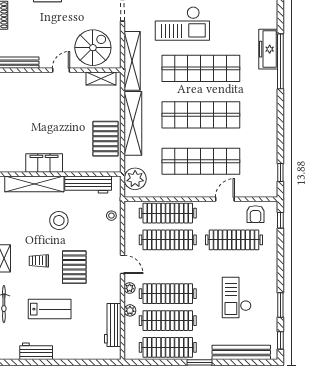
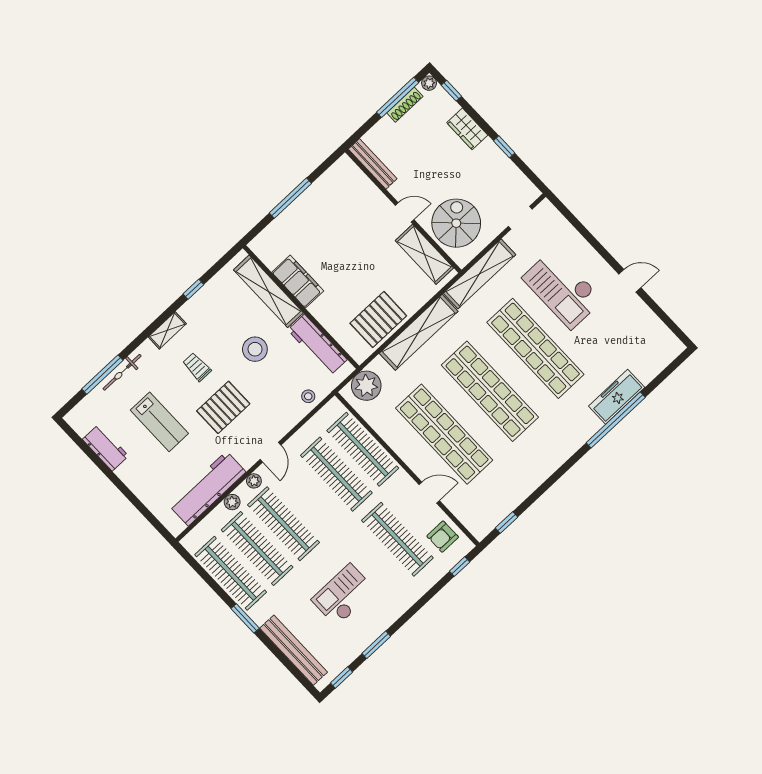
spiral stairs: (93, 48) -> (456, 223), turned -90
shelving: (101, 78) -> (424, 254), width x1.50, depth x1.33
workbench: (113, 325) -> (207, 489), width x1.36, depth x1.32

